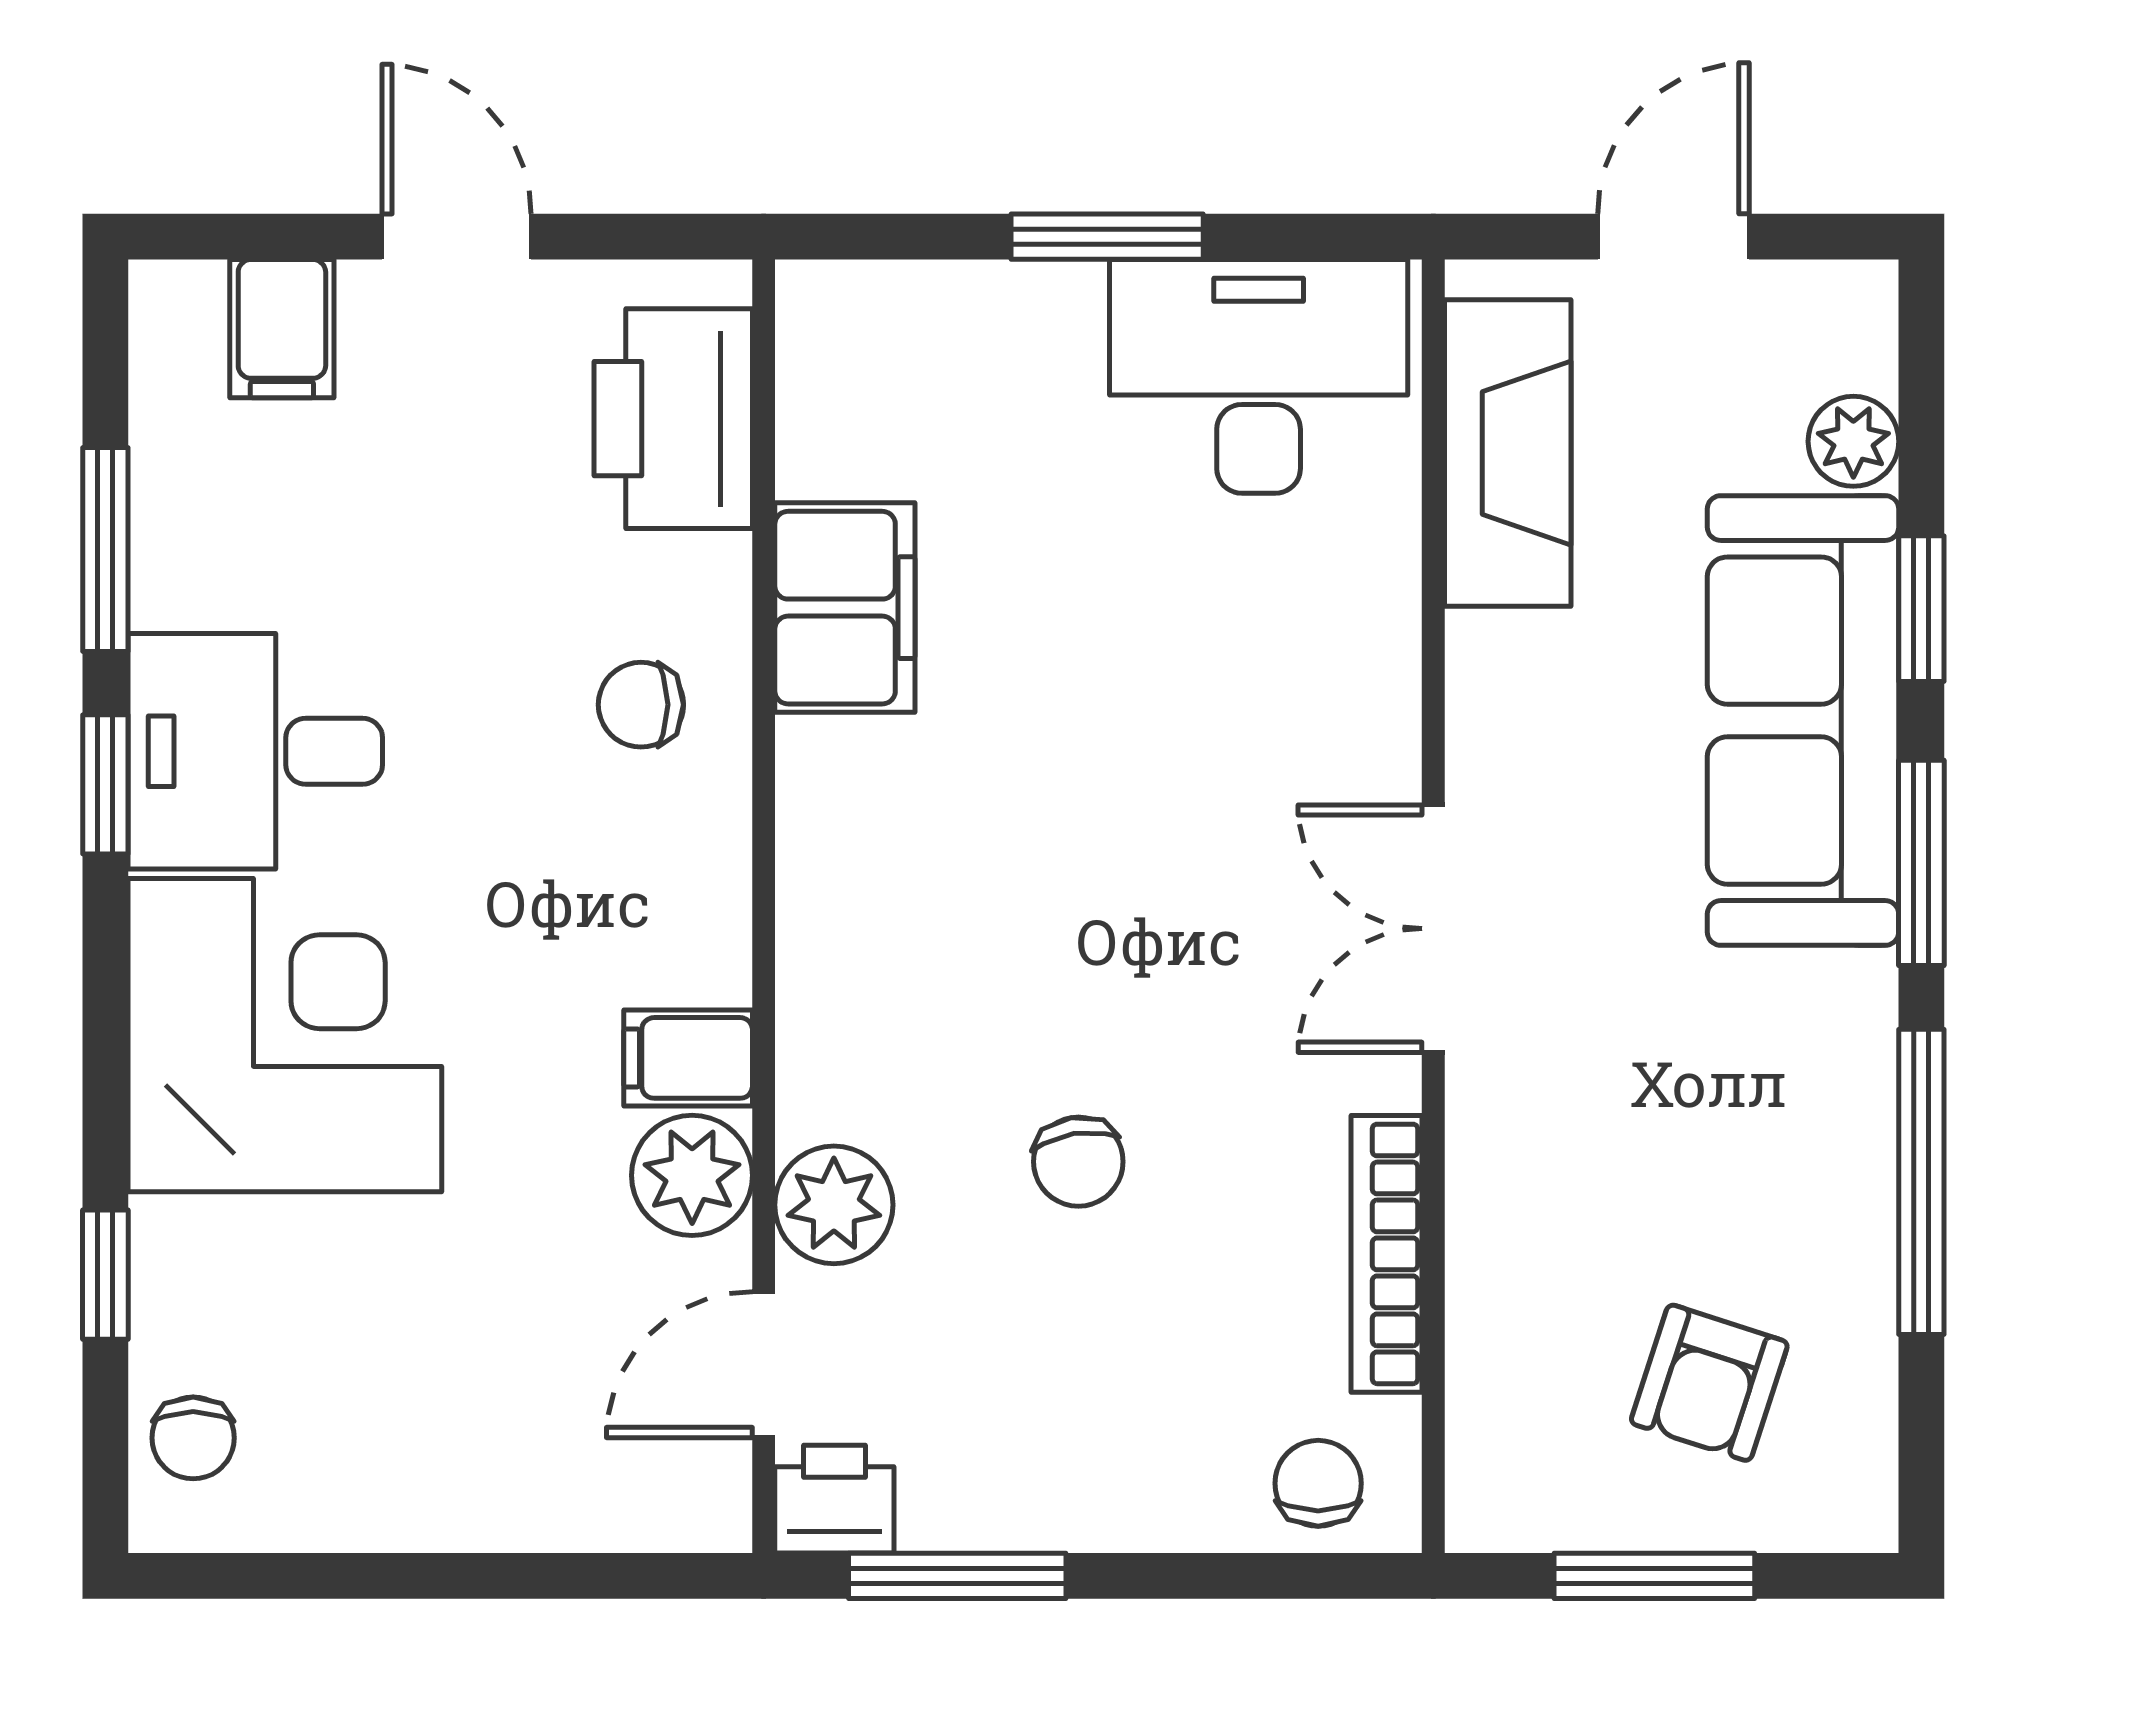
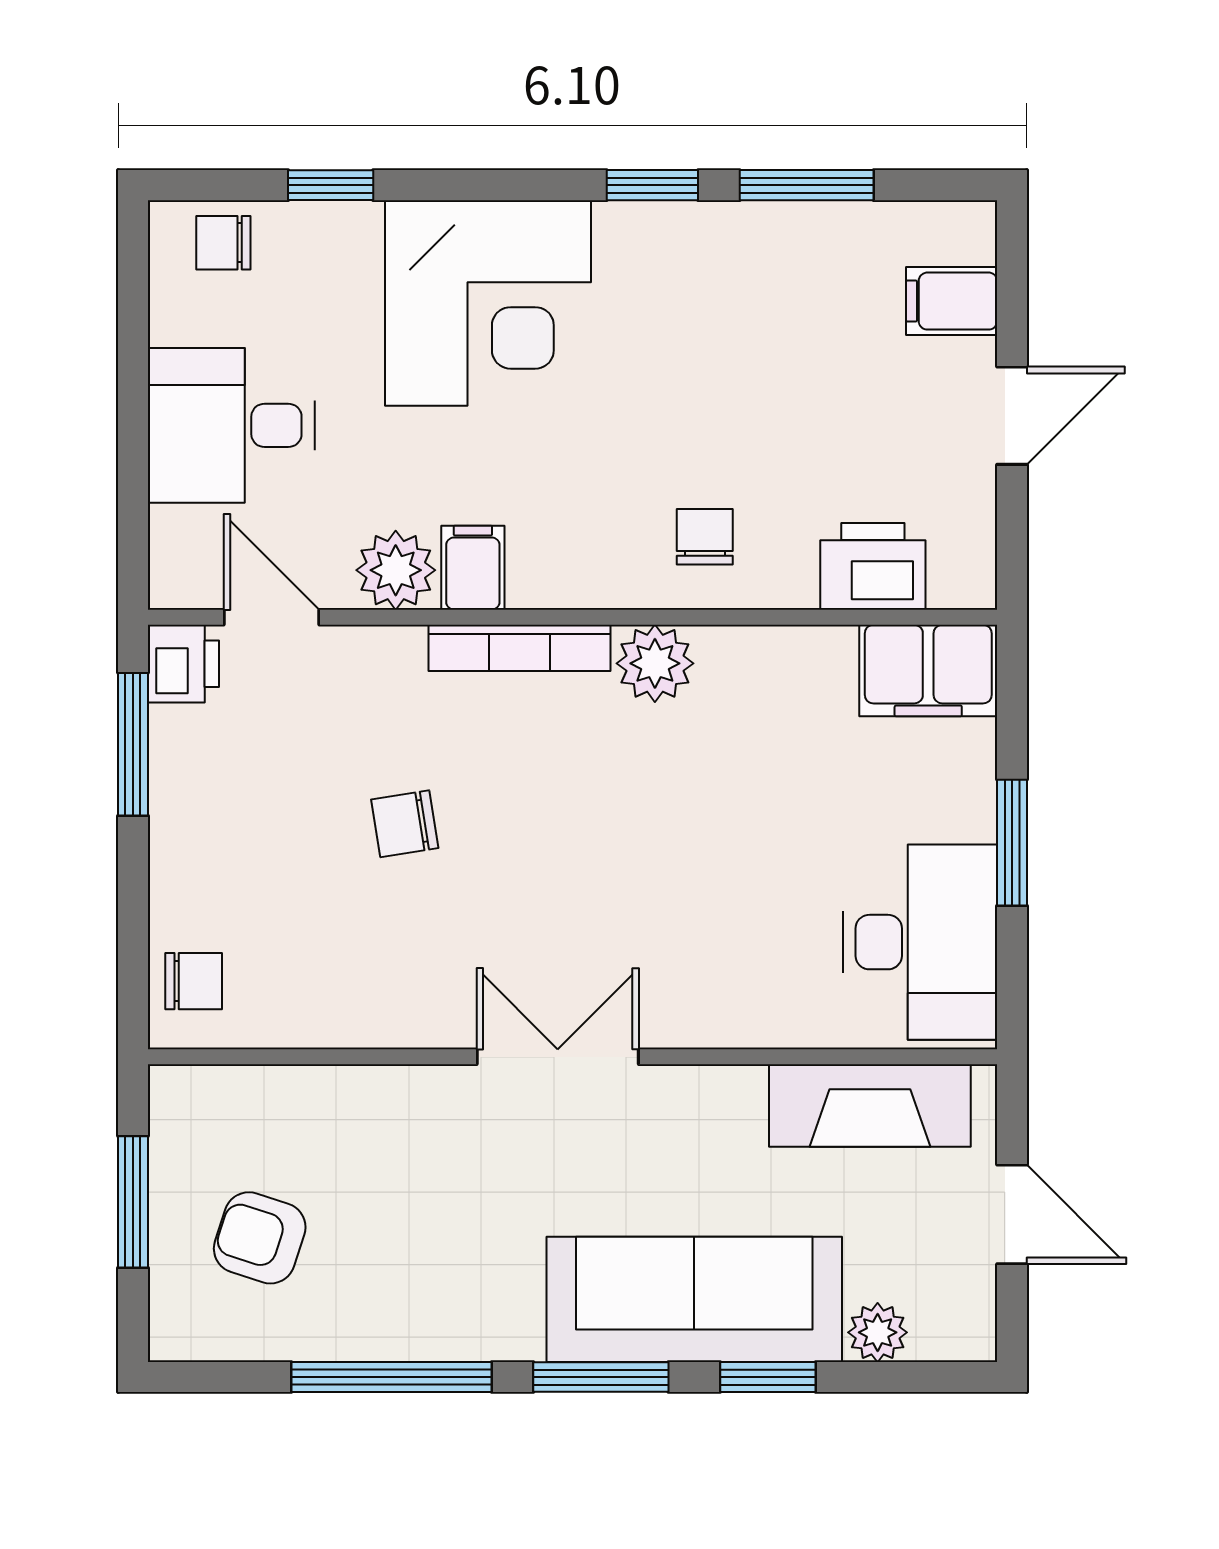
printer: (673, 419) -> (873, 566), width x0.73, depth x0.84
filing cabinet: (845, 608) -> (928, 671), moved
desk: (255, 751) -> (231, 425), moved, turned -90
plant: (834, 1205) -> (655, 663), moved
bookcase: (1386, 1254) -> (519, 648), moved, turned 180

